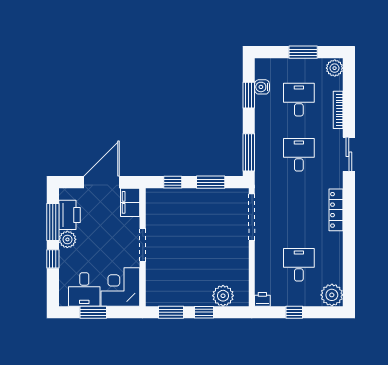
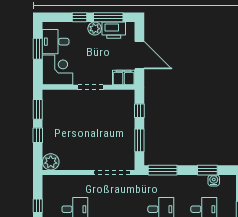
plant: (223, 296) -> (51, 162), moved
printer: (262, 299) -> (48, 181), removed

